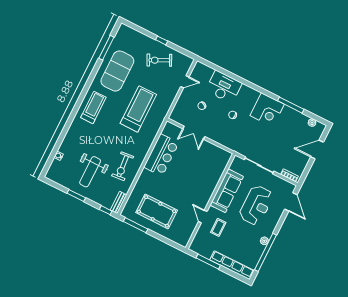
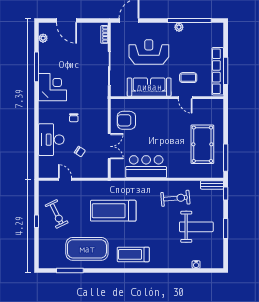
armchair: (208, 158) -> (126, 120), added
door: (203, 217) -> (185, 98), hinge flipped
row of seats: (232, 265) -> (218, 71), moved

